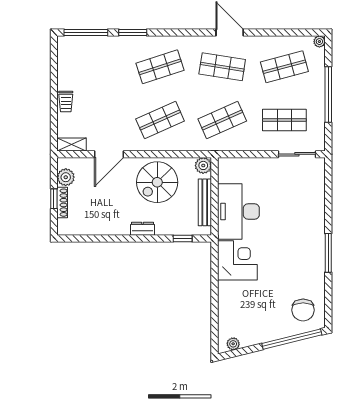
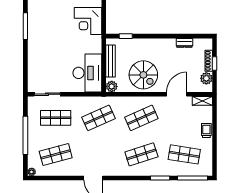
shop shelf: (222, 67) -> (184, 154), moved
spiral stairs: (157, 182) -> (143, 75), turned 90
desk: (238, 212) -> (87, 73), moved
dresser: (142, 229) -> (184, 43), moved

